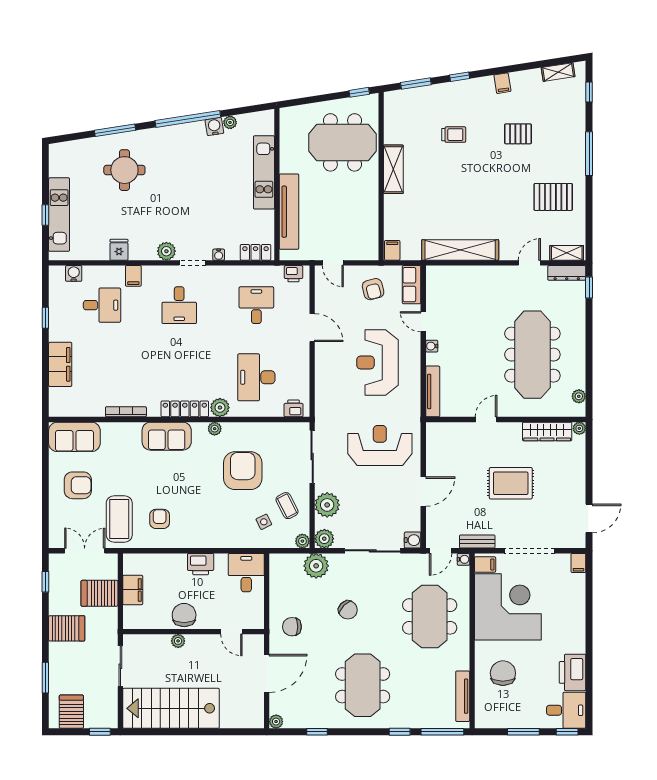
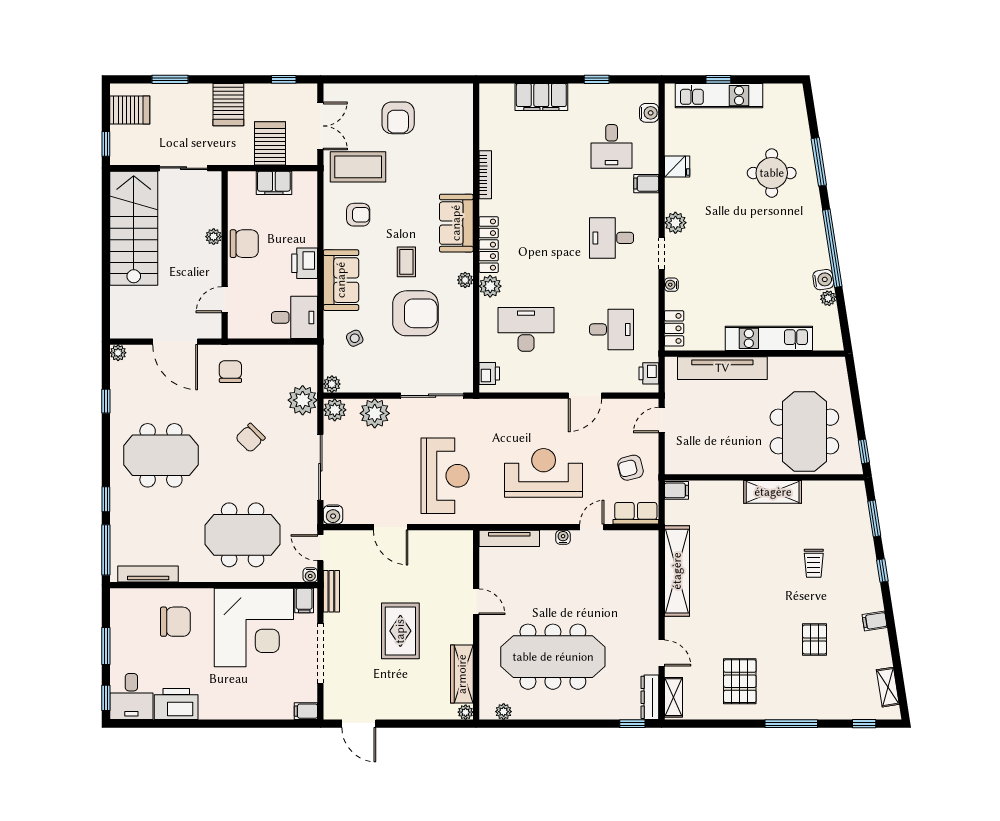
sofa: (74, 437) -> (341, 280), moved, turned 180
coffee table: (287, 506) -> (406, 262), moved, turned -63

